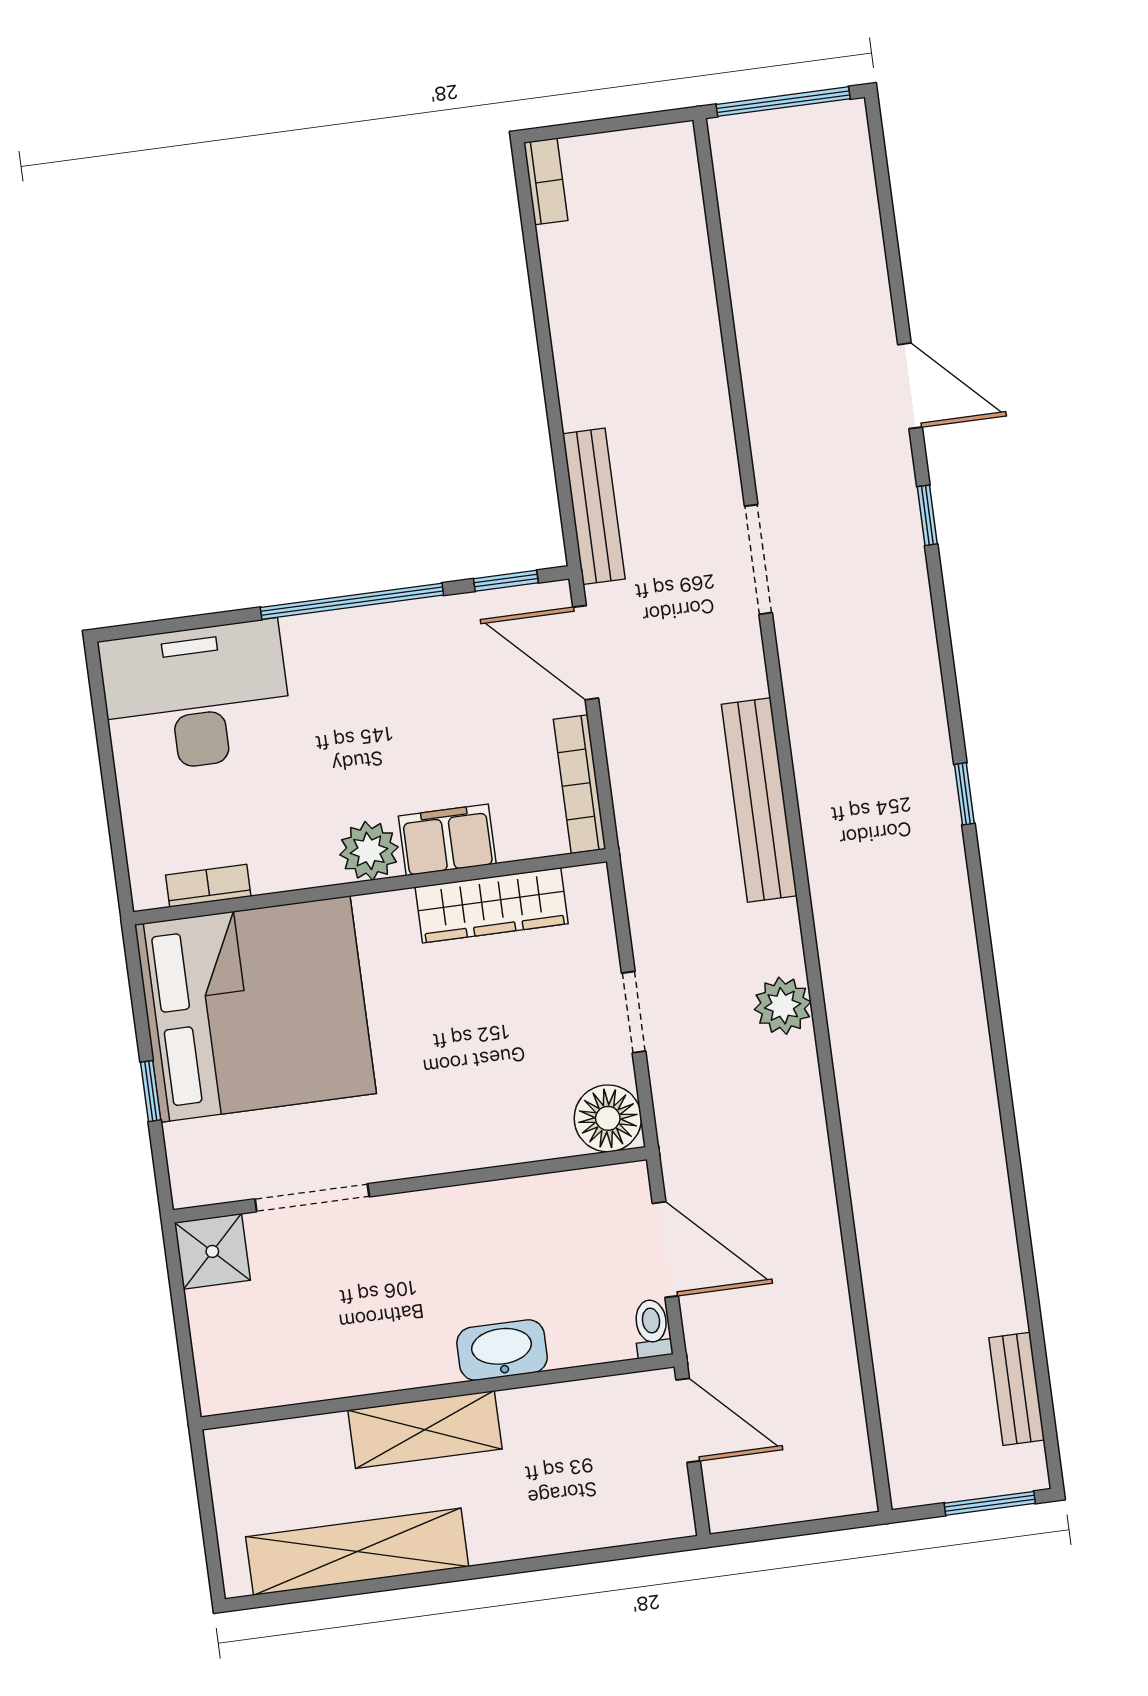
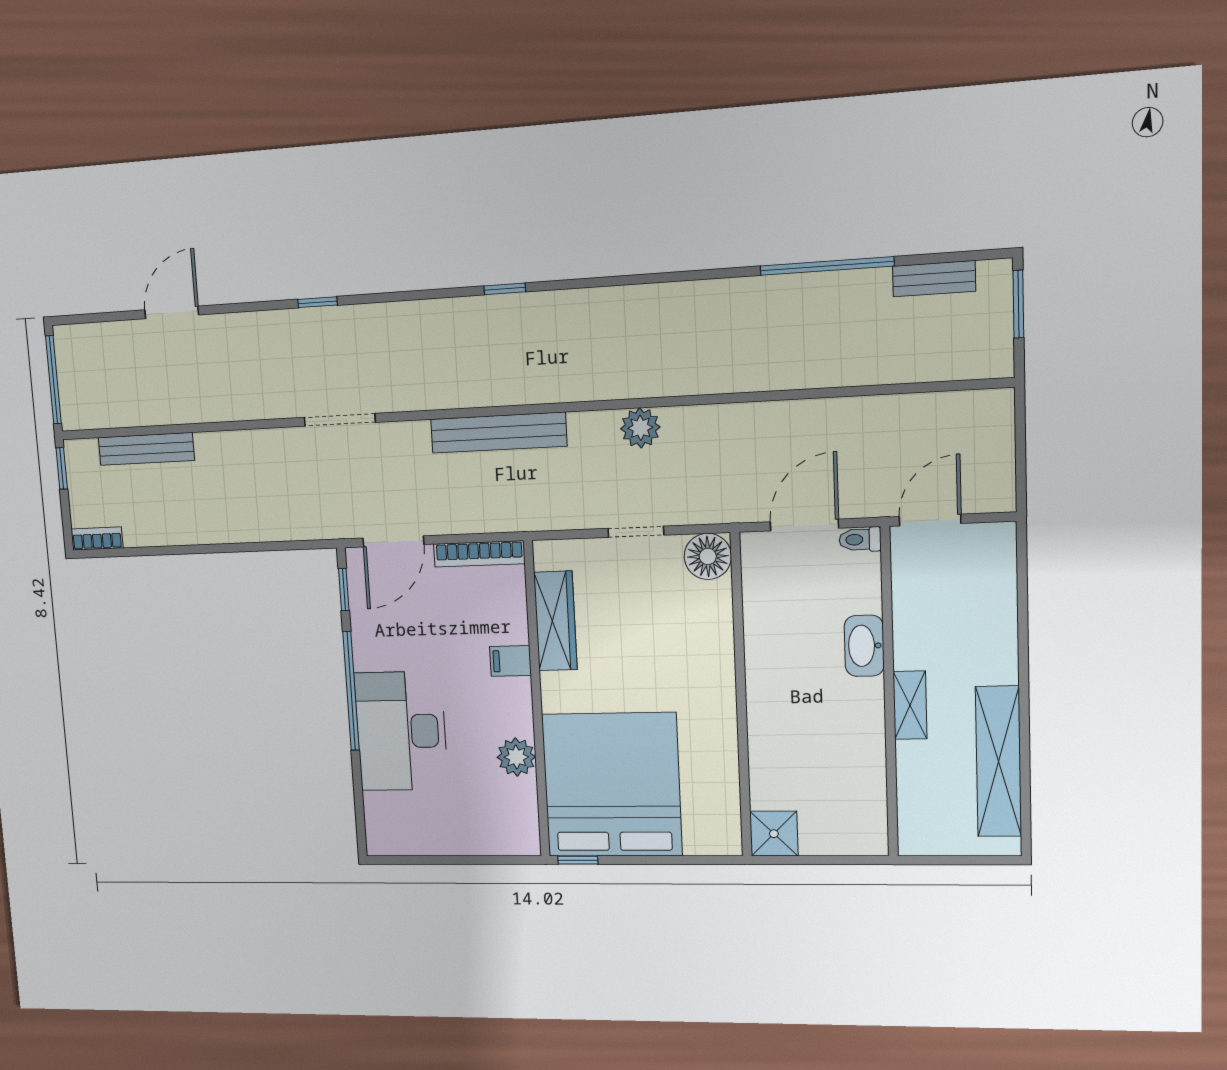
window: (649, 120) -> (62, 468), added
door: (910, 386) -> (172, 312), moved
bench: (594, 506) -> (146, 449), moved
desk: (196, 697) -> (401, 731), moved
filing cabinet: (447, 840) -> (510, 661), width x0.50
plant: (369, 851) -> (516, 757), moved
bookcase: (208, 886) -> (528, 806), removed
window: (151, 1091) -> (578, 860), moved
doorway: (312, 1198) -> (744, 763), removed
window: (1024, 1244) -> (827, 266), added
shelving: (425, 1430) -> (910, 705), width x0.67, depth x0.75

